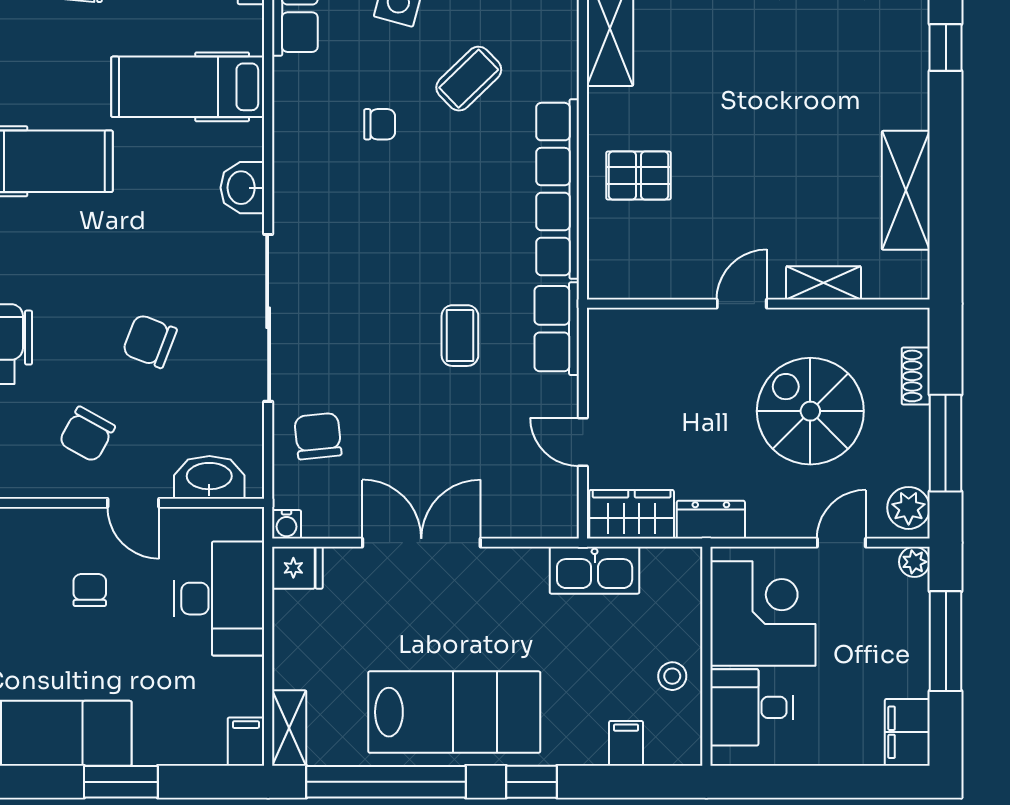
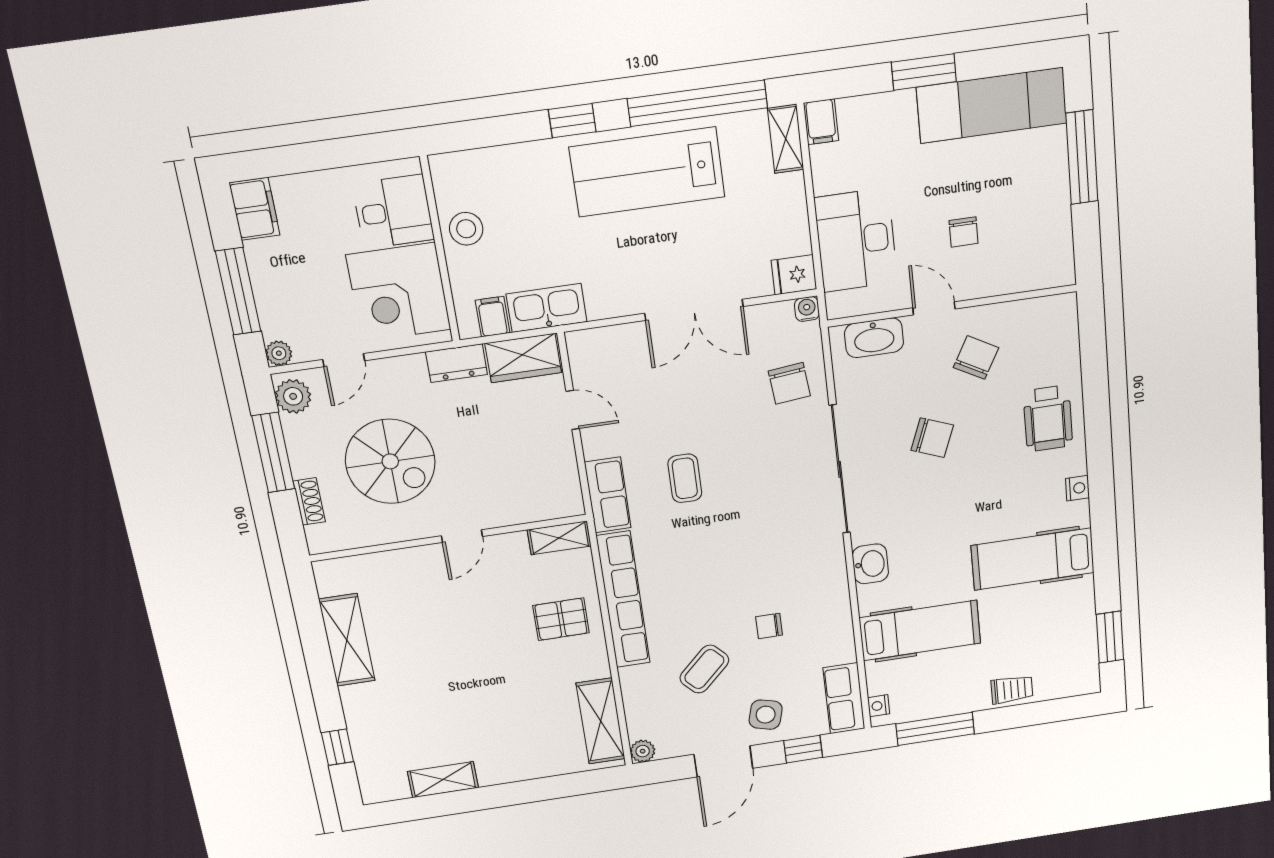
shelving: (824, 283) -> (559, 538), moved
stool: (672, 676) -> (466, 229), width x1.37, depth x1.37
filing cabinet: (626, 743) -> (493, 317), moved, turned 180

